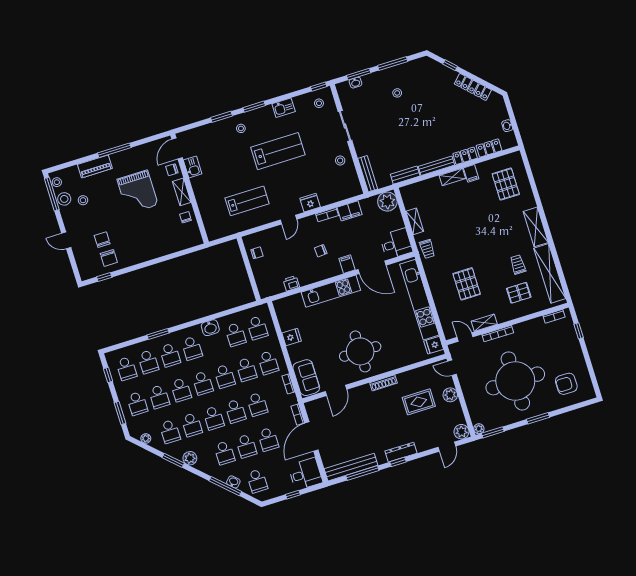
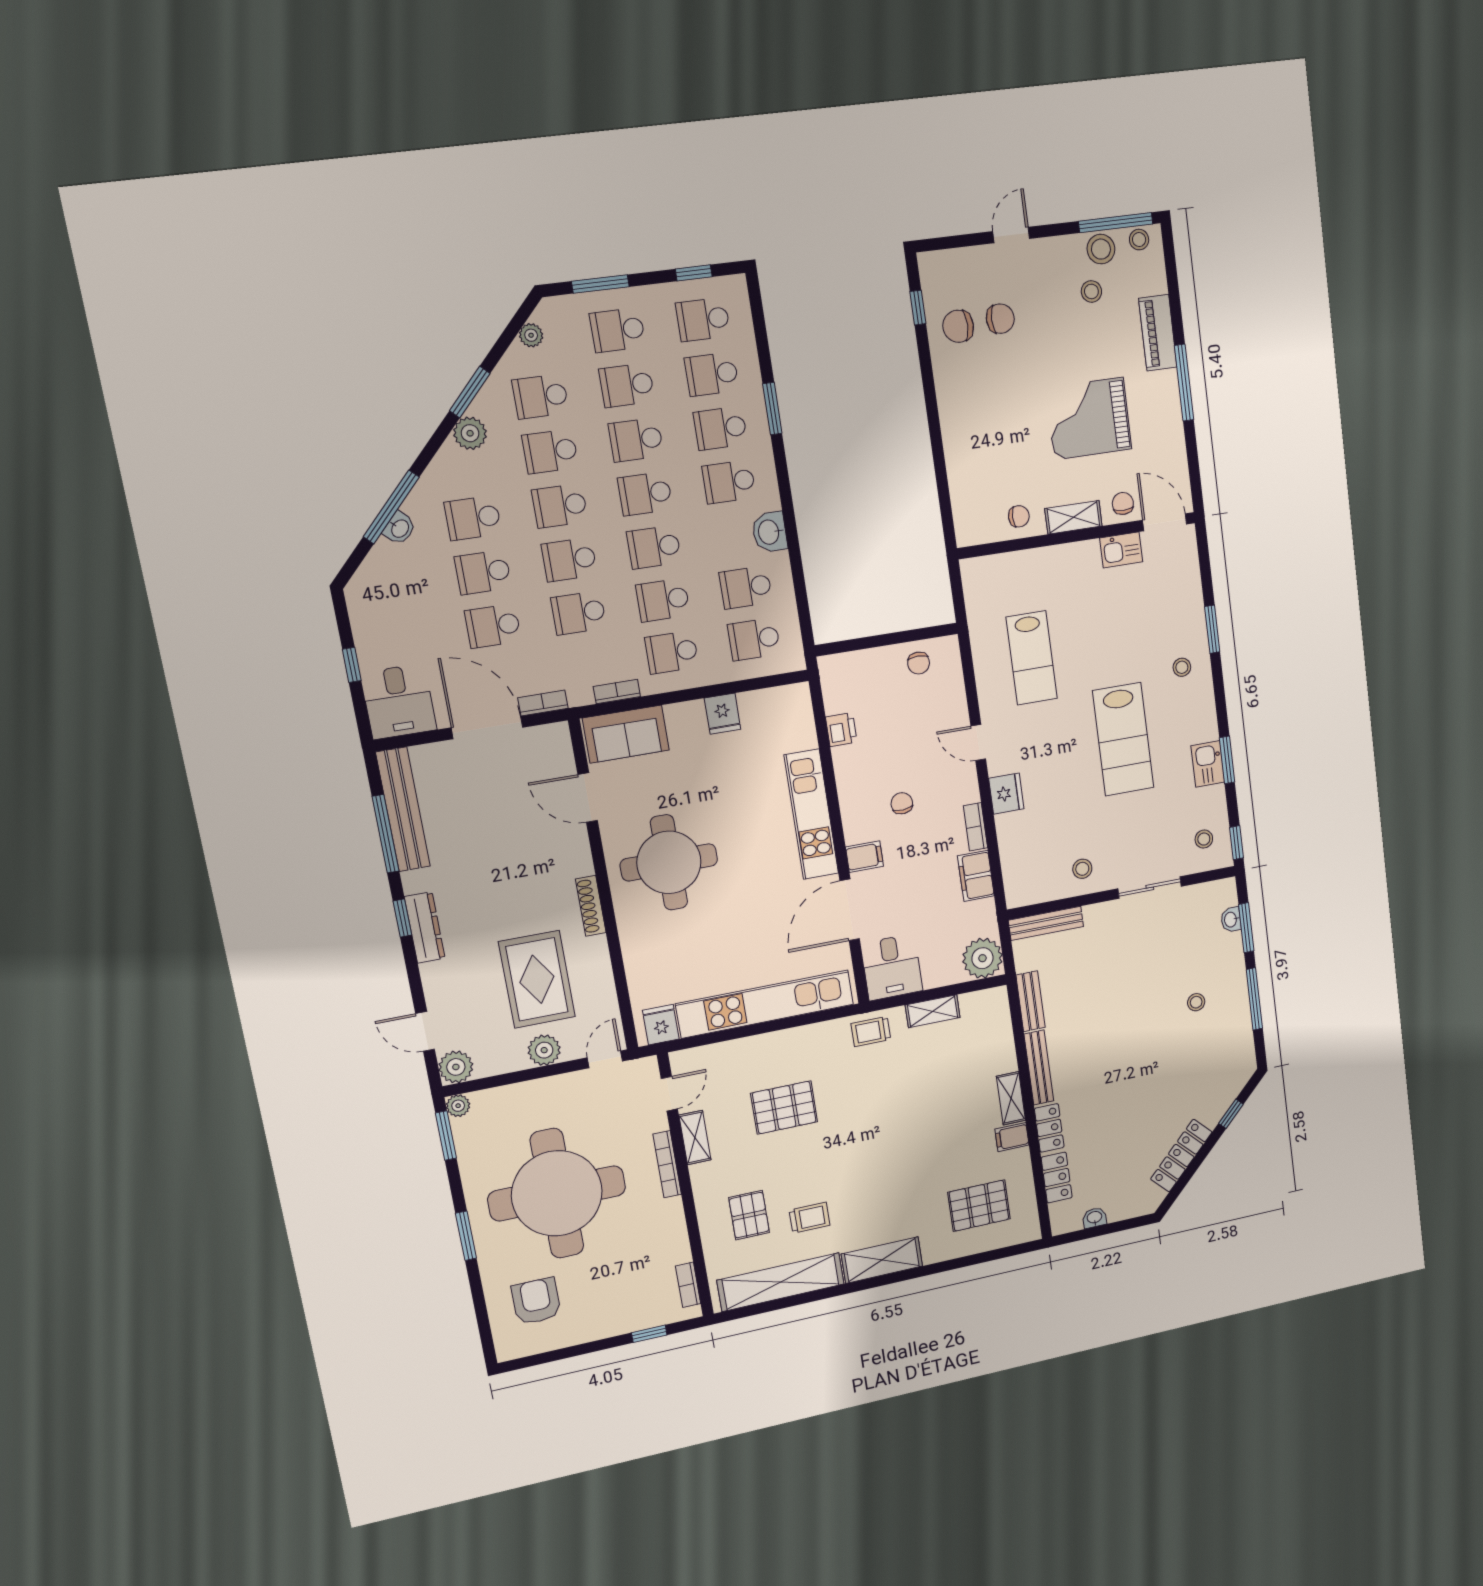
window: (254, 107) -> (1227, 760), moved
rug: (419, 402) -> (537, 979), width x1.36, depth x1.43
school desk: (257, 481) -> (395, 585), removed

